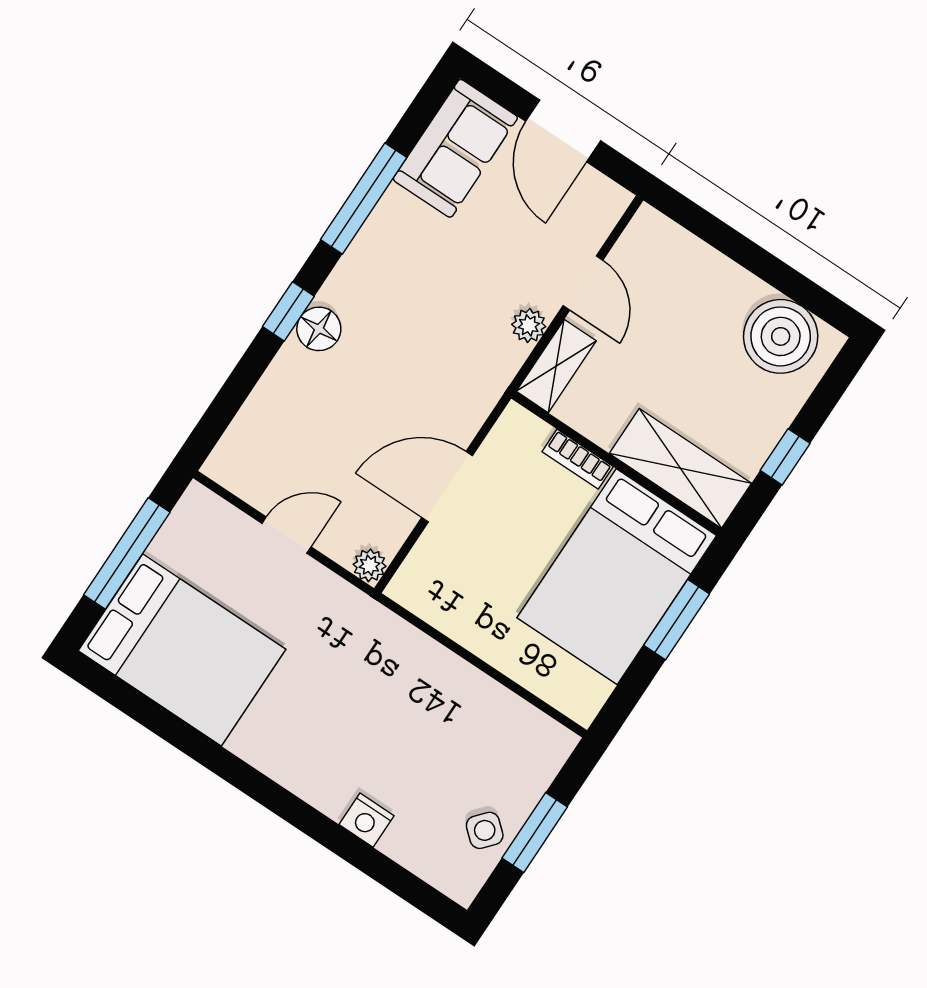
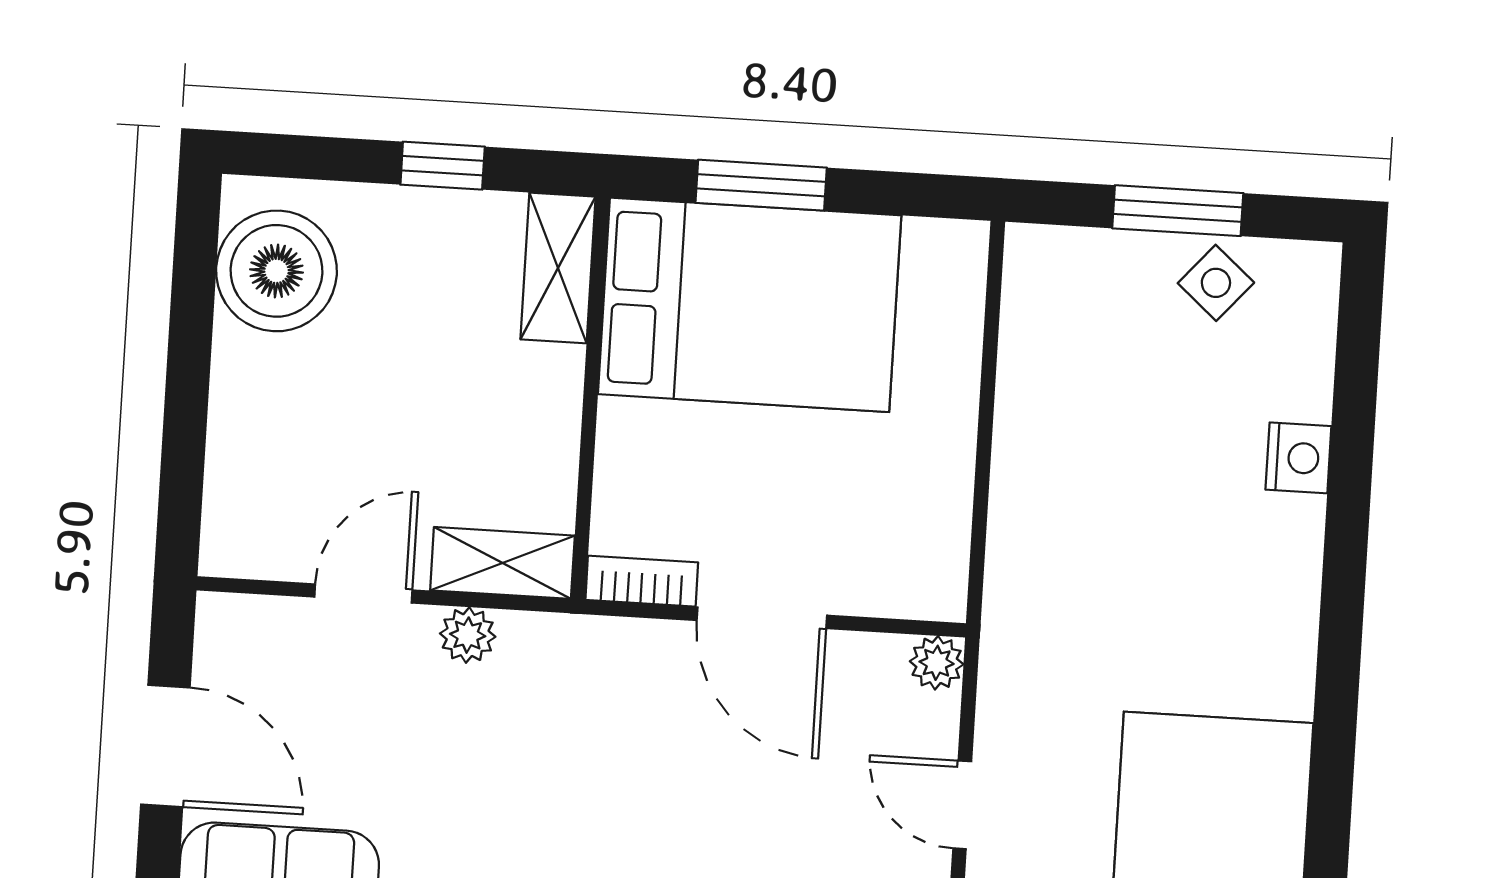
door: (563, 131) -> (165, 746), hinge flipped
bookcase: (578, 459) -> (642, 581), moved, turned -90
shelving: (680, 468) -> (558, 268), width x0.67, depth x0.75

